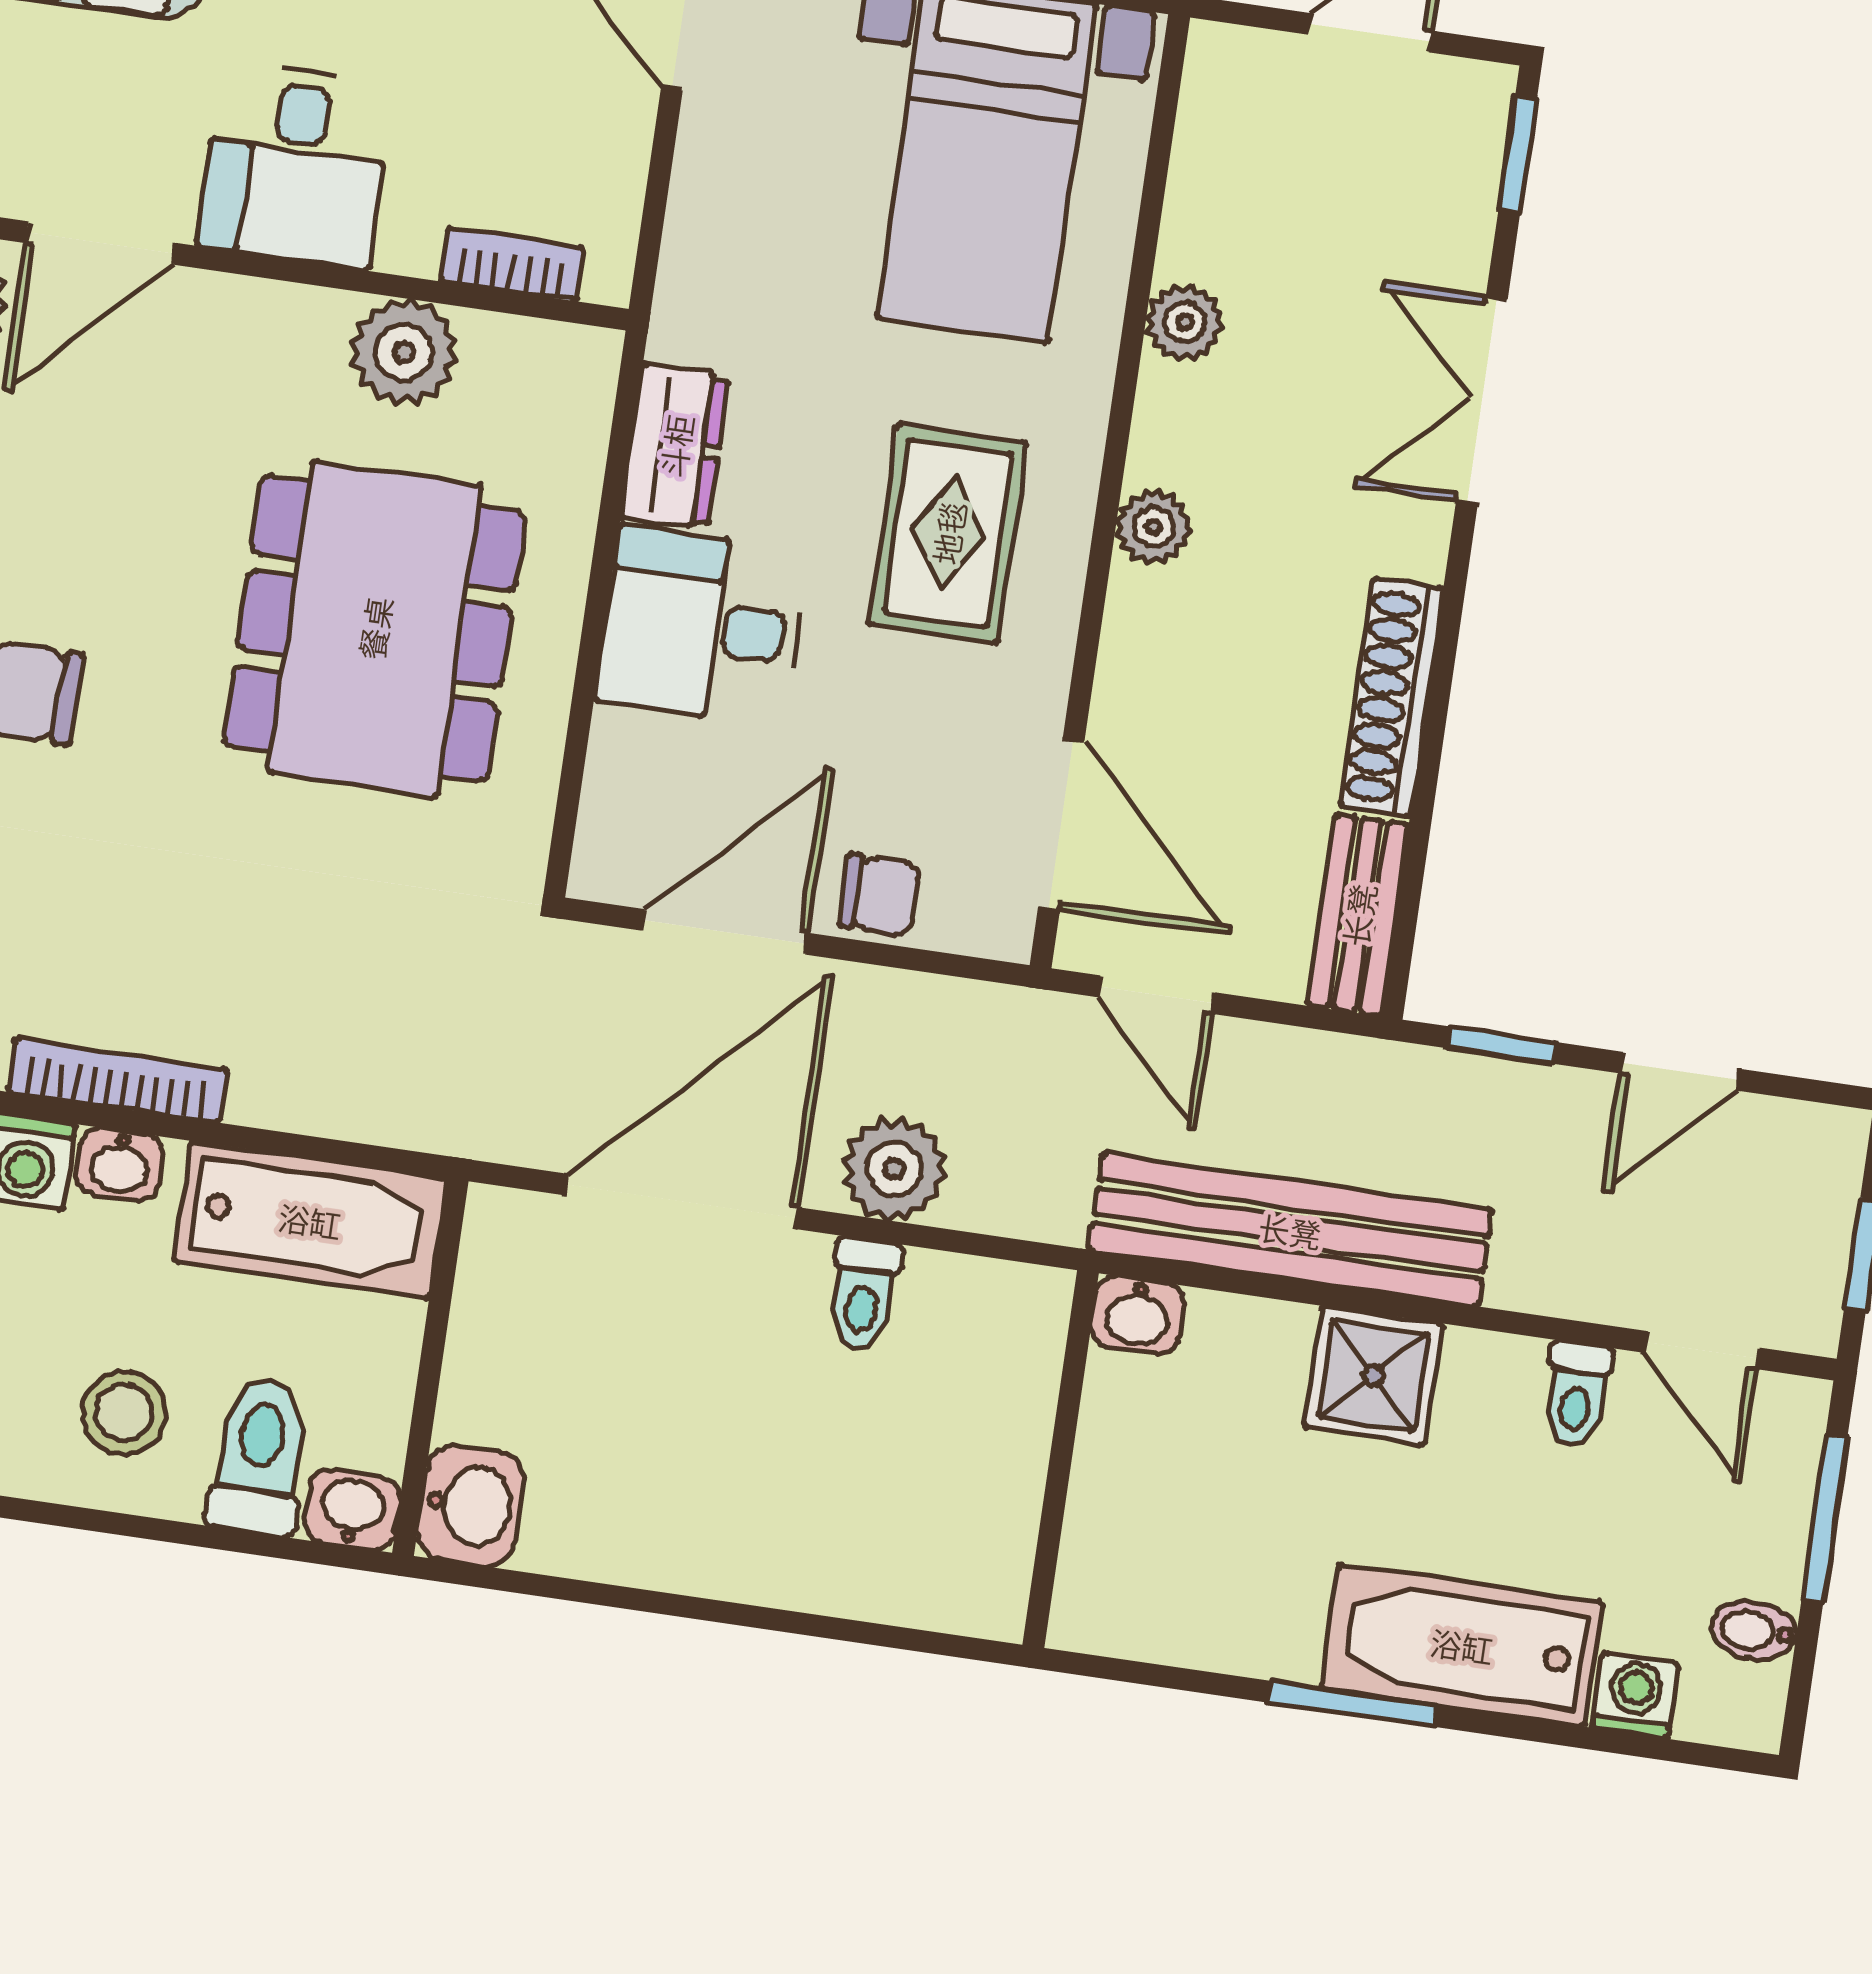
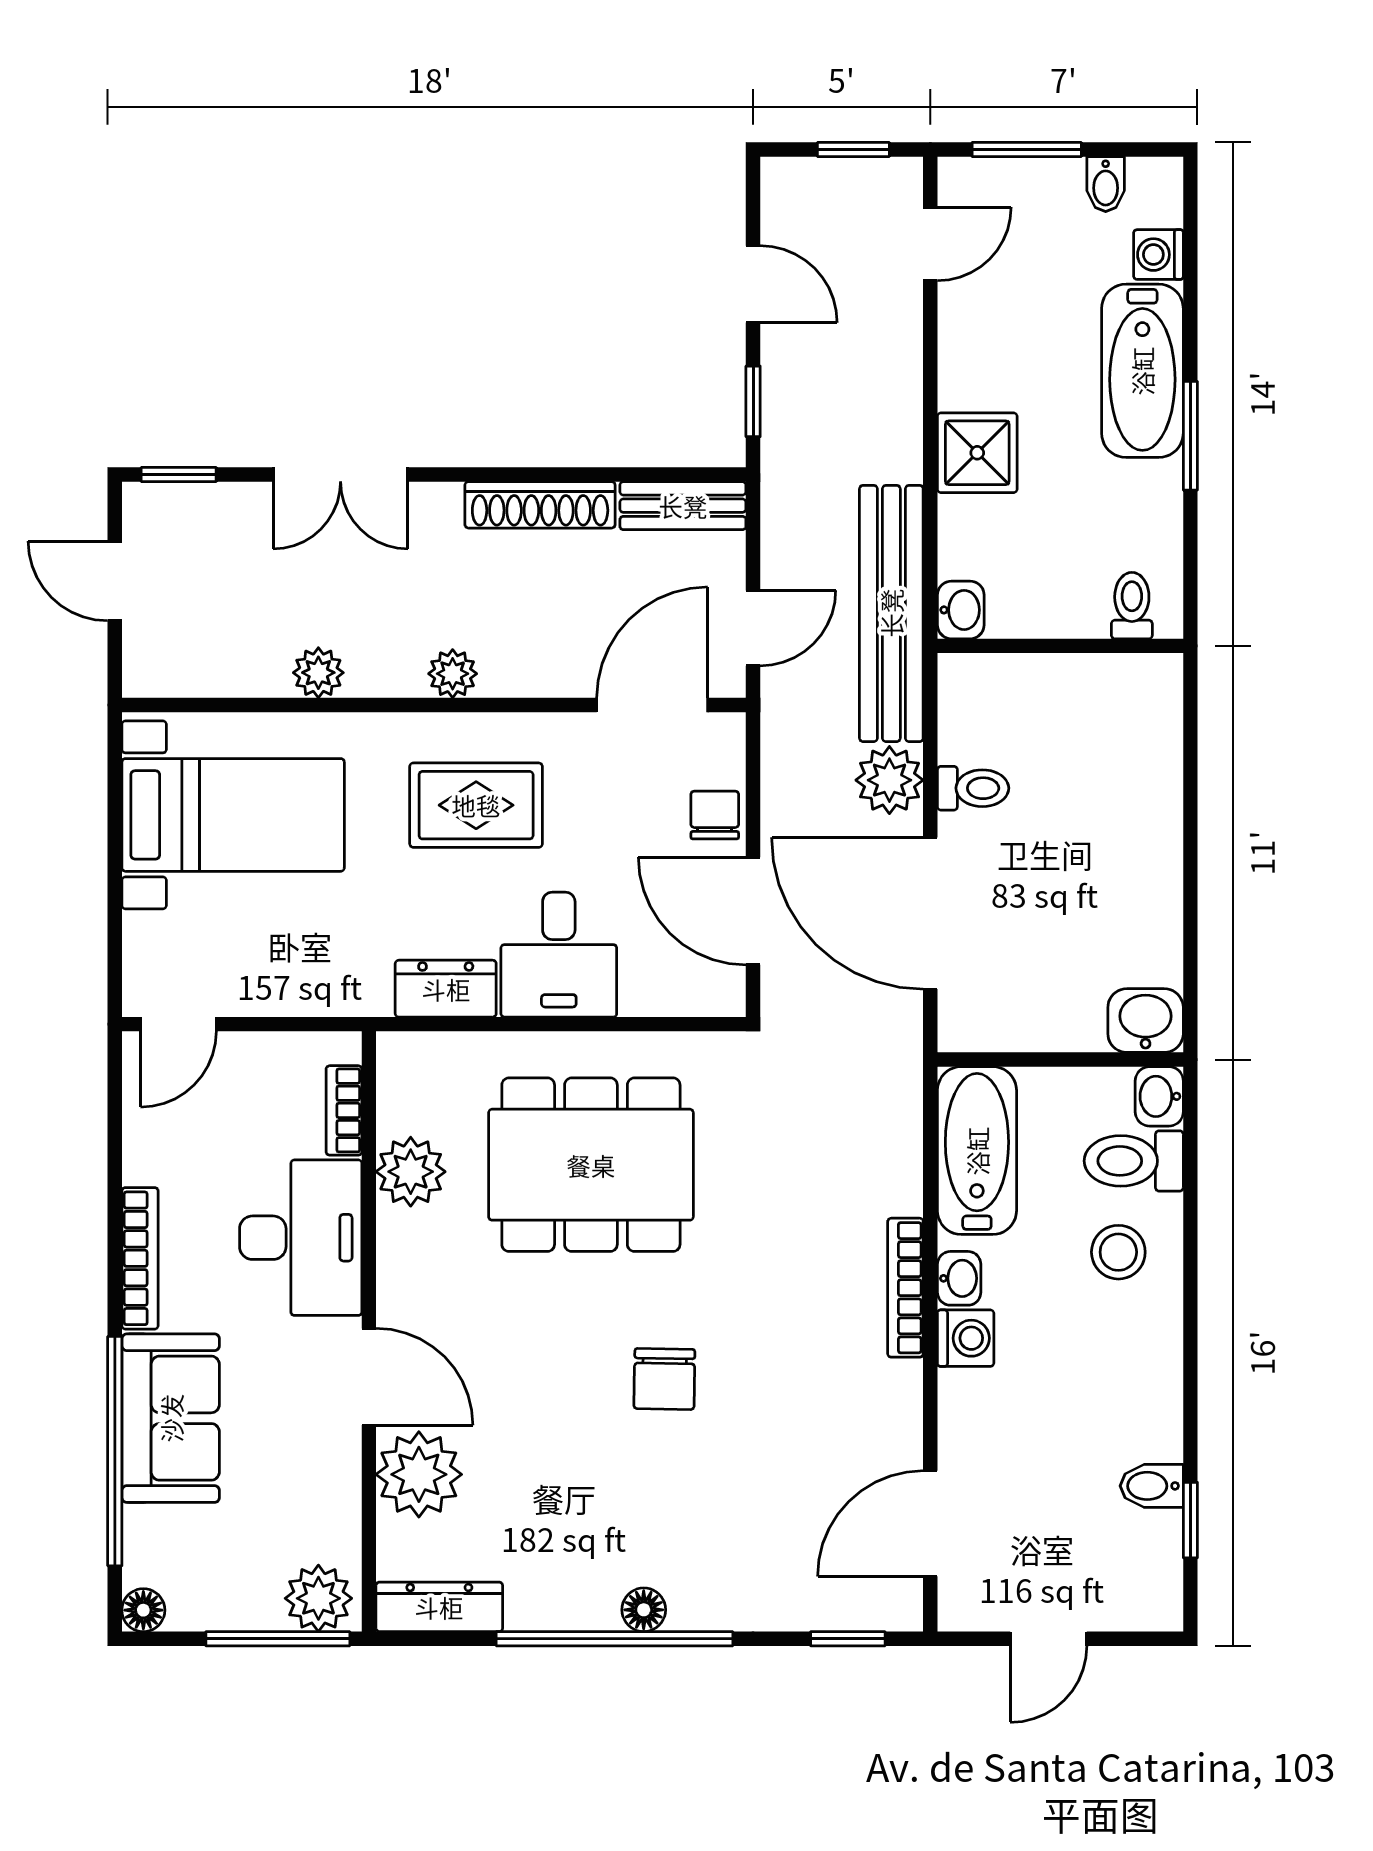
desk: (296, 165) -> (301, 1238), width x1.37
bench: (1290, 1230) -> (891, 613), moved
toilet: (1576, 1395) -> (1132, 606), moved, turned -90

